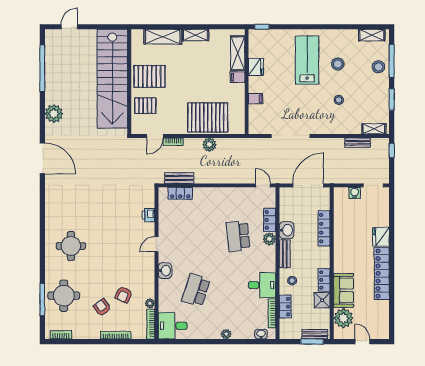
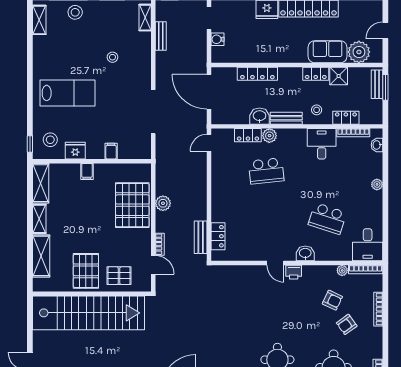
shelving: (238, 53) -> (41, 183), moved, turned 90
lab bench: (307, 60) -> (67, 93), turned 180
stool: (338, 64) -> (50, 140), moved
pallet: (145, 106) -> (119, 276), turned 90
printer: (148, 215) -> (294, 272), moved

